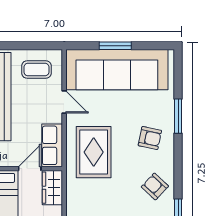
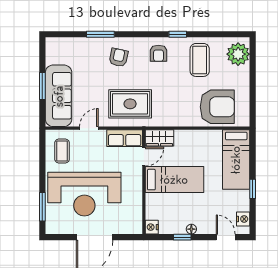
sofa: (117, 70) -> (59, 96), width x0.74, depth x0.79
door: (30, 169) -> (144, 157), swing flipped
armchair: (155, 186) -> (158, 53), turned -43

